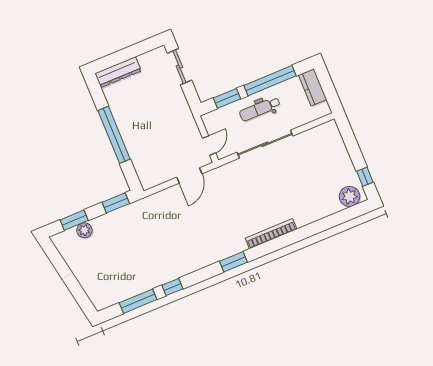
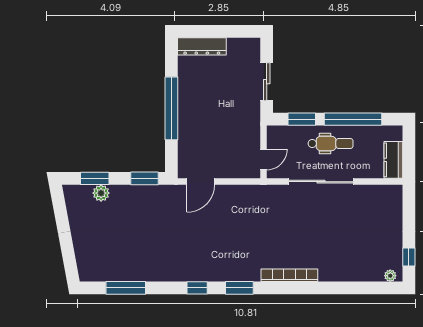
sliding door: (179, 67) -> (267, 82), moved
kitchen counter: (313, 87) -> (393, 160), moved
dental chair: (260, 109) -> (331, 143), turned 180
door: (189, 175) -> (201, 182), moved
plant: (349, 196) -> (390, 276), width x0.53, depth x0.53
window: (172, 287) -> (197, 288), moved

